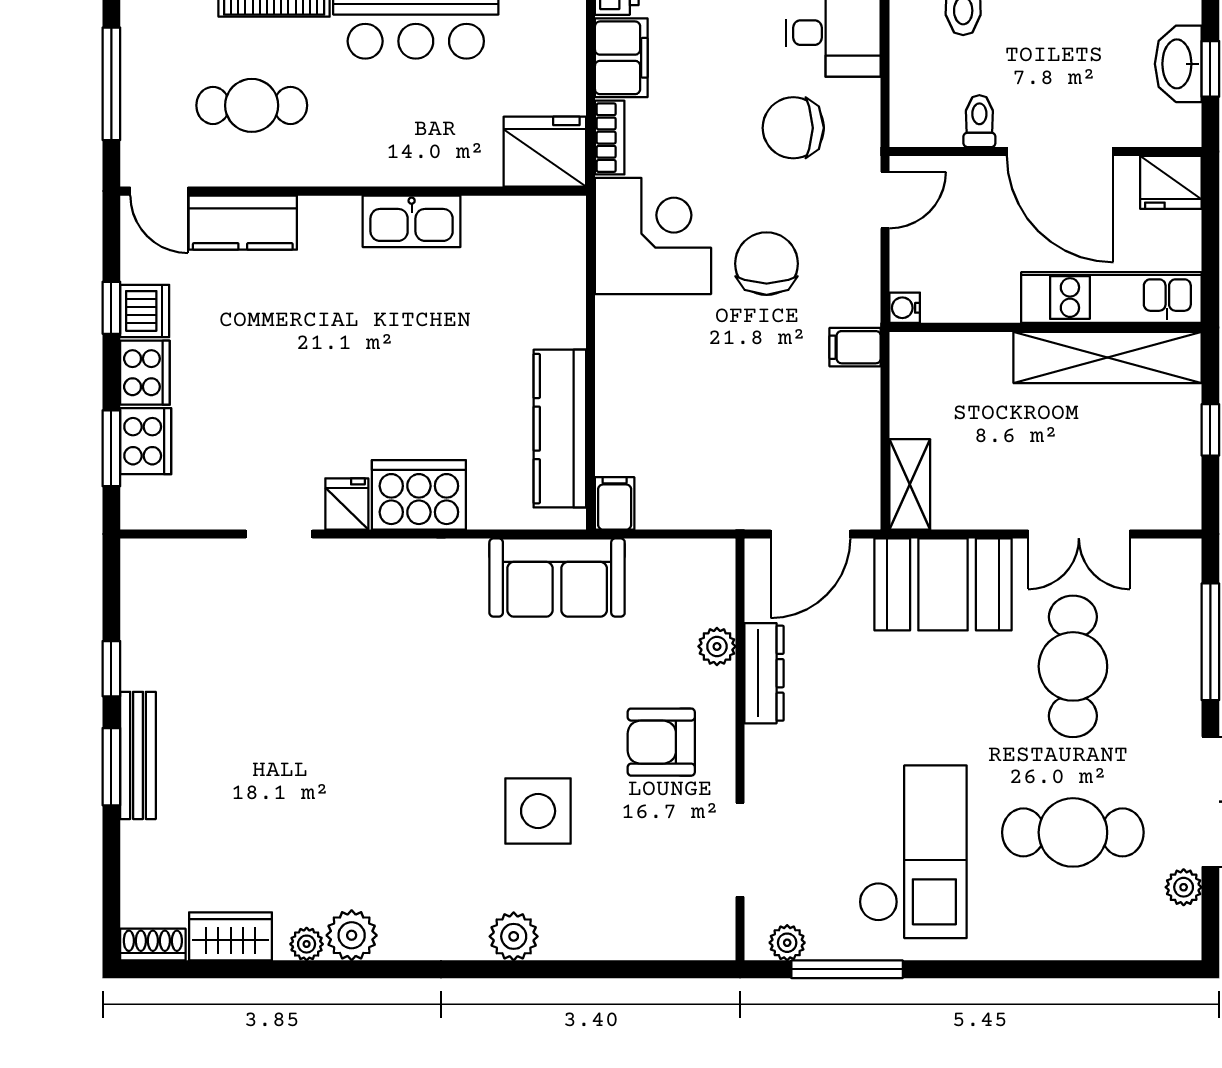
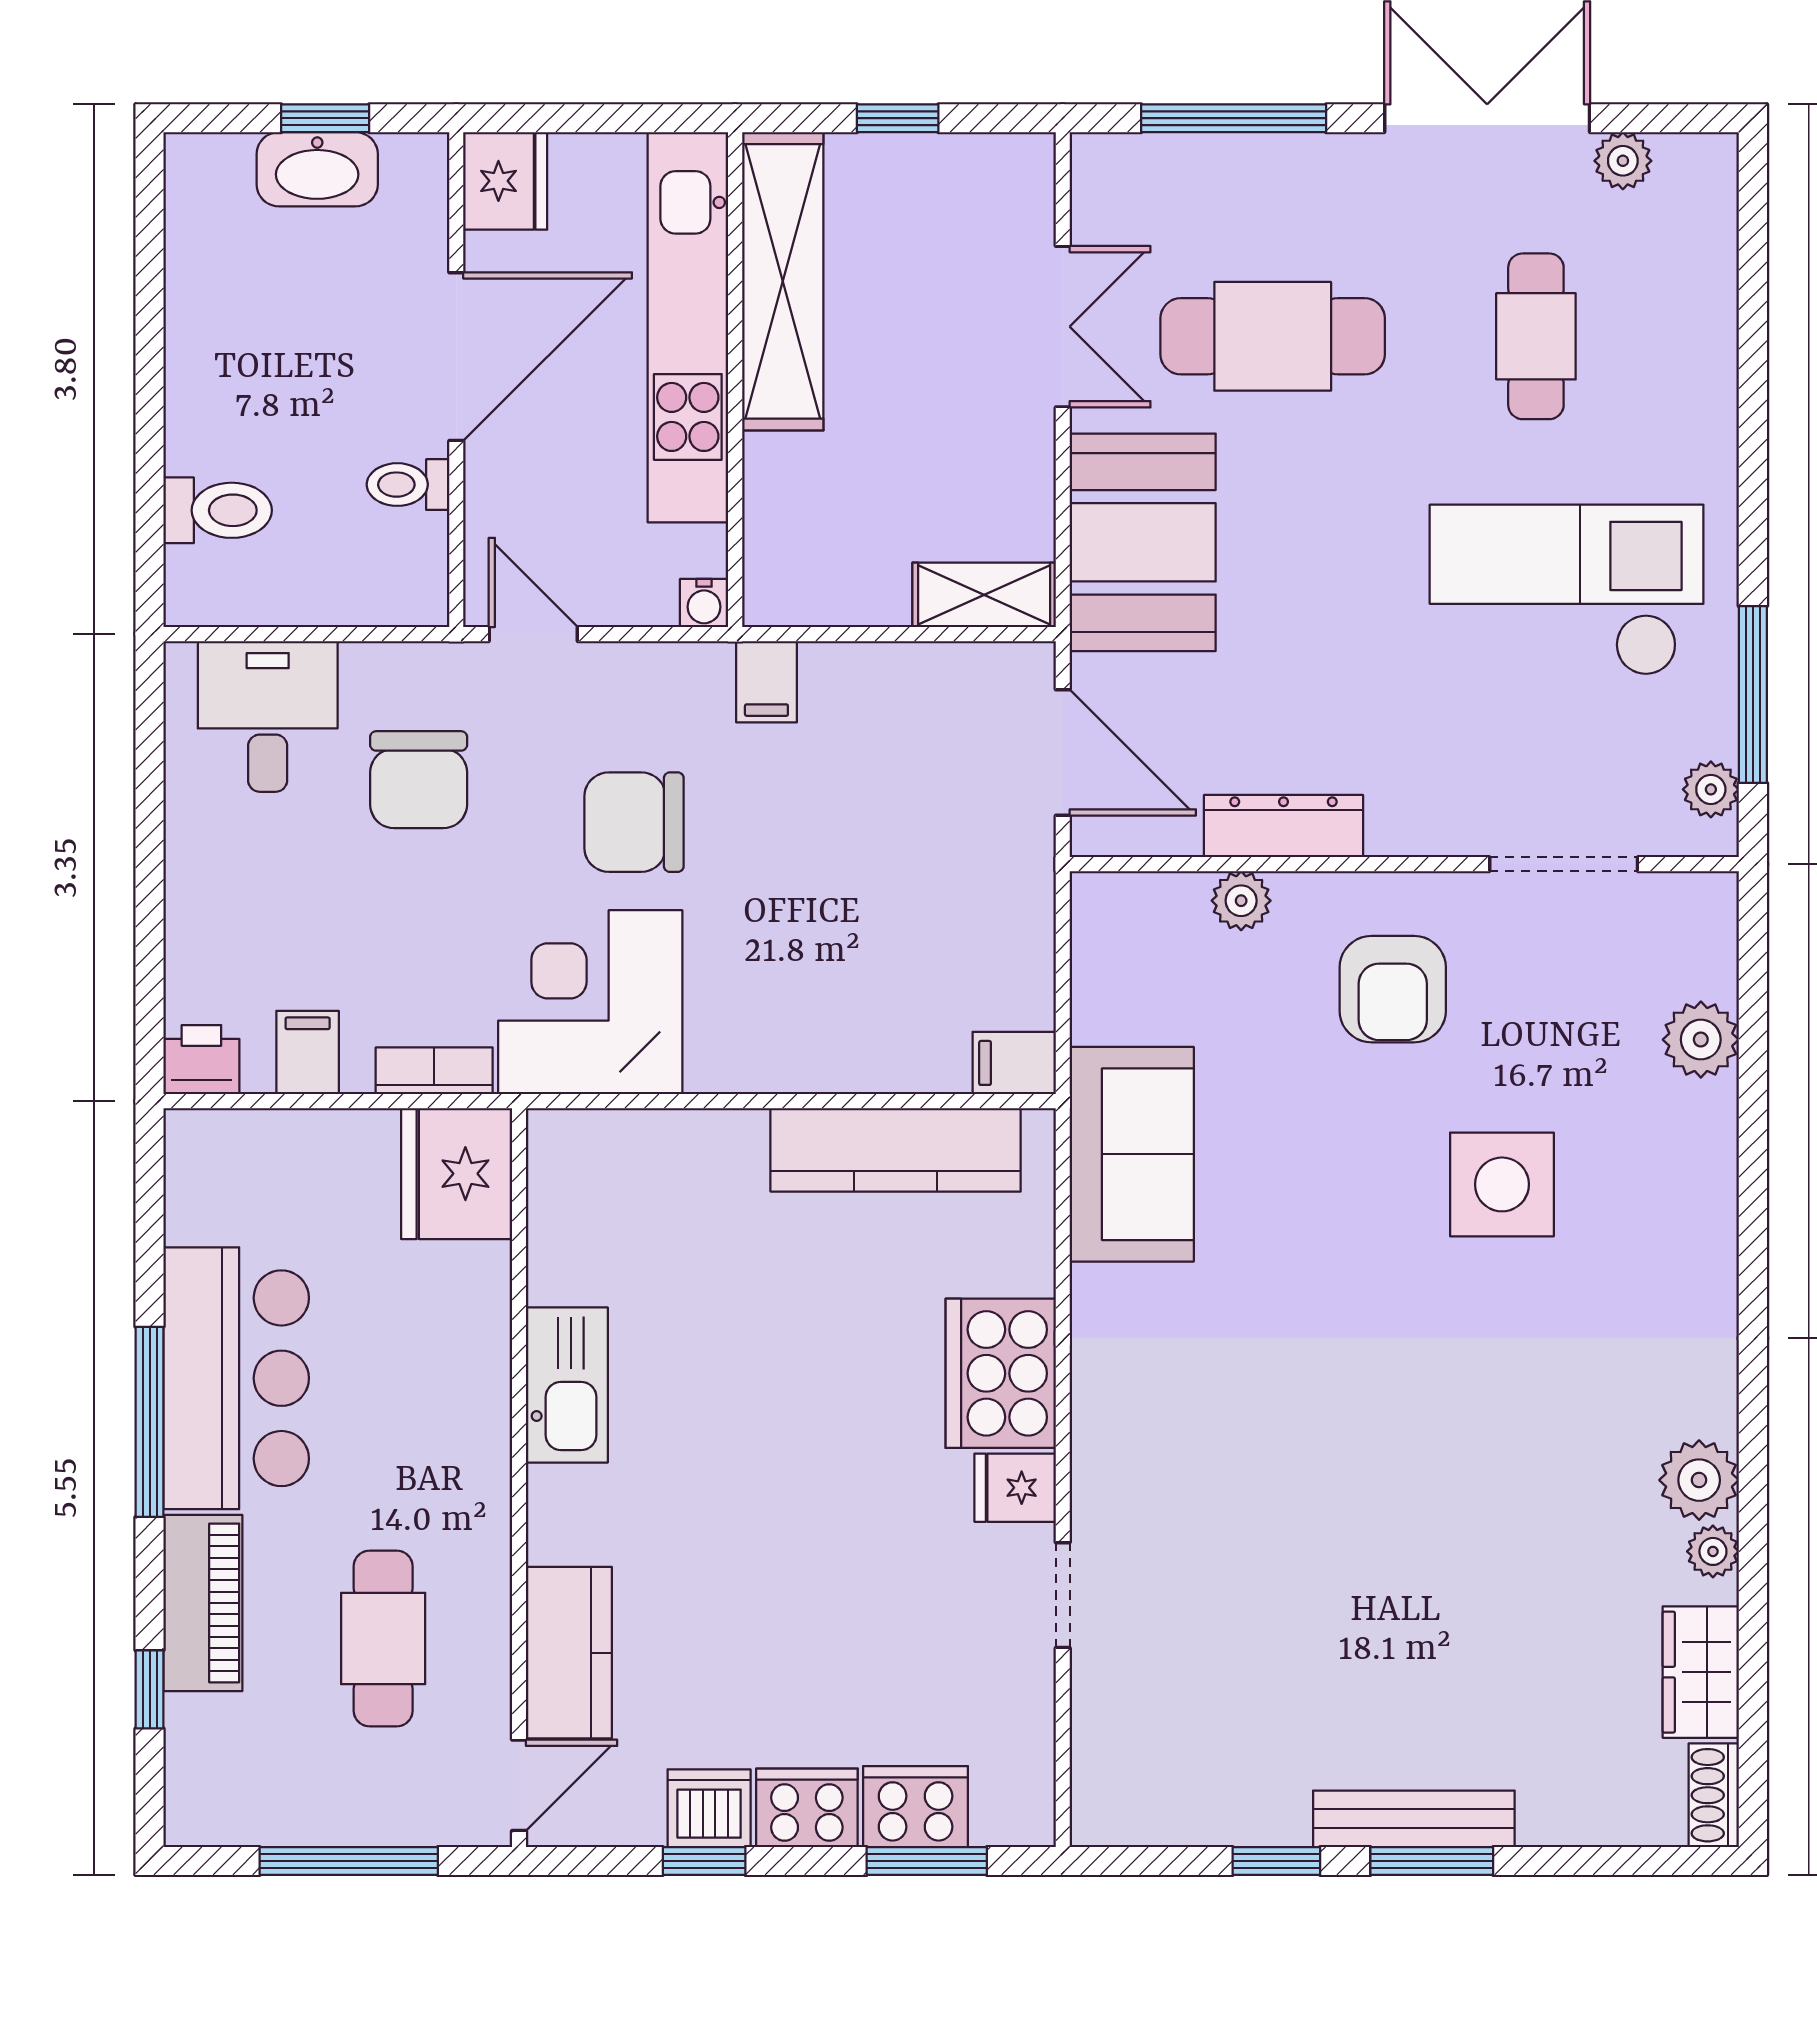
filing cabinet: (621, 58) -> (308, 1052), width x0.50
kitchen unit: (1111, 298) -> (688, 327), width x1.36
cafe table: (1073, 832) -> (1536, 336), width x0.73, depth x0.74
plant: (514, 936) -> (1701, 1040), moved

